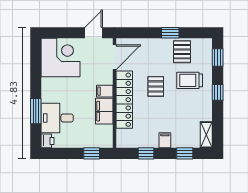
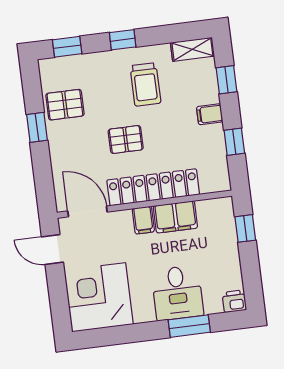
trolley: (190, 80) -> (145, 84), moved
desk: (57, 118) -> (177, 293), moved

